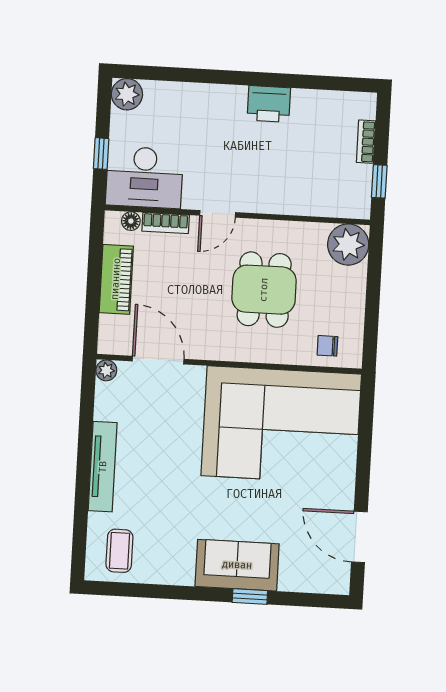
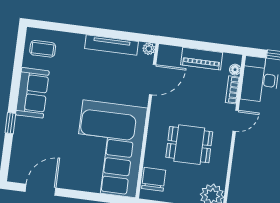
door: (218, 214) -> (236, 121), swing flipped
chair: (327, 346) -> (154, 179), width x1.87, depth x1.87
tv unit: (103, 467) -> (111, 45), moved
sofa: (237, 565) -> (32, 93), moved

